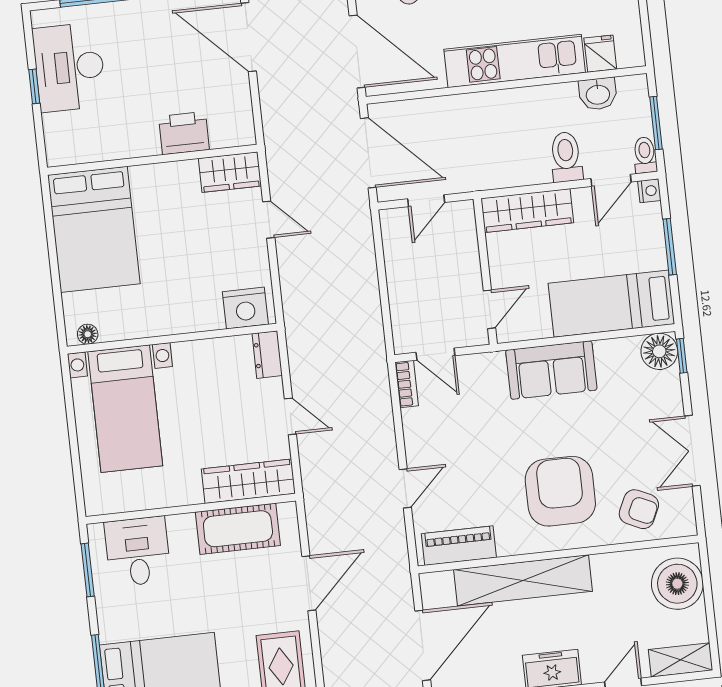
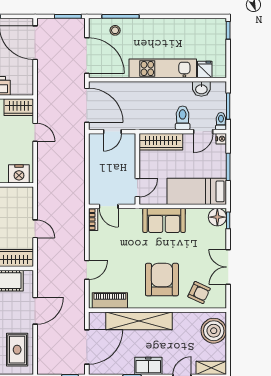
dresser: (267, 355) -> (27, 198), removed

